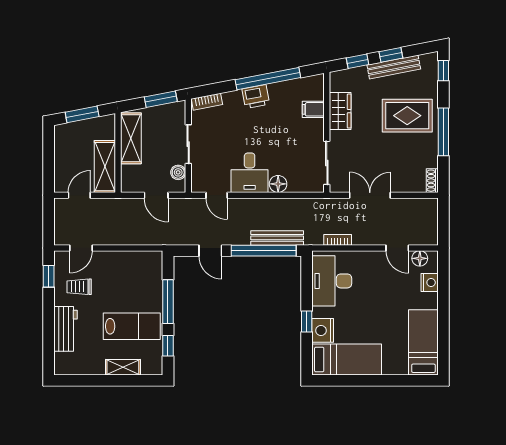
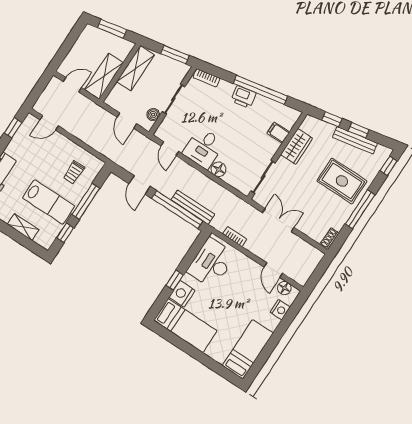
trolley: (79, 287) -> (74, 172), moved, turned -90

